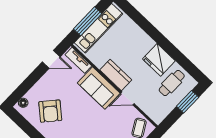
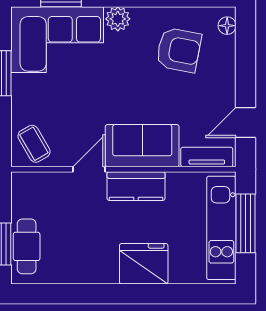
fridge: (159, 60) -> (144, 264), moved
cafe table: (172, 83) -> (27, 246), moved
armchair: (50, 111) -> (179, 50), turned 150

